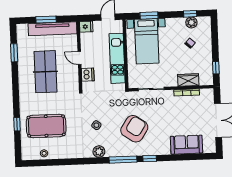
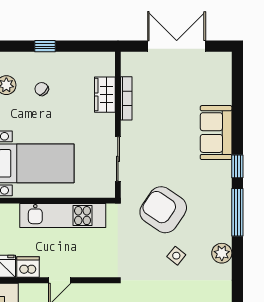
window: (216, 68) -> (45, 46), moved
dishwasher: (88, 75) -> (28, 267), moved
armchair: (134, 129) -> (163, 210), moved
sofa: (187, 145) -> (216, 133), moved

